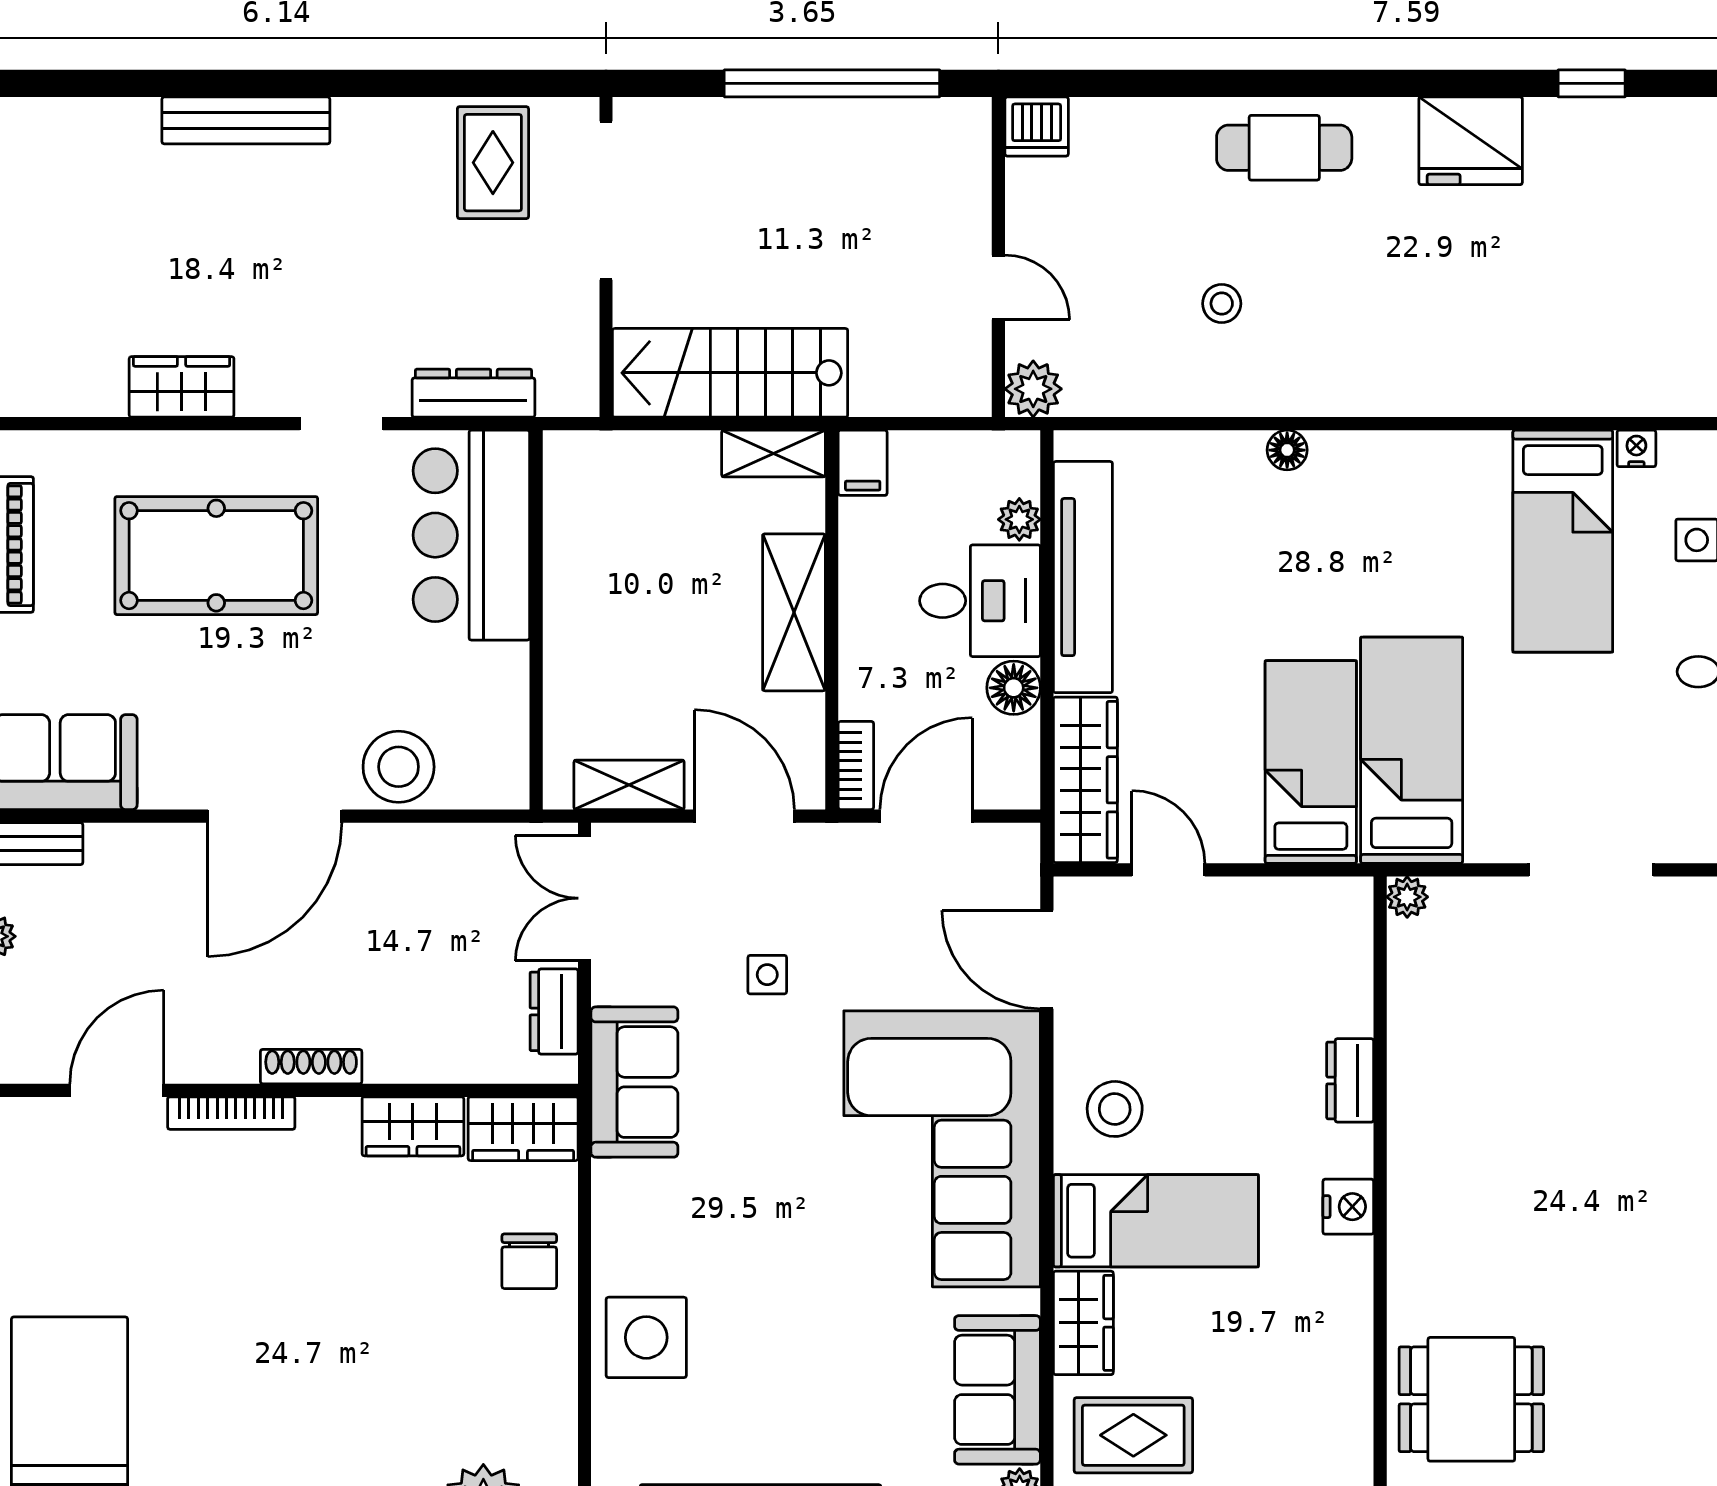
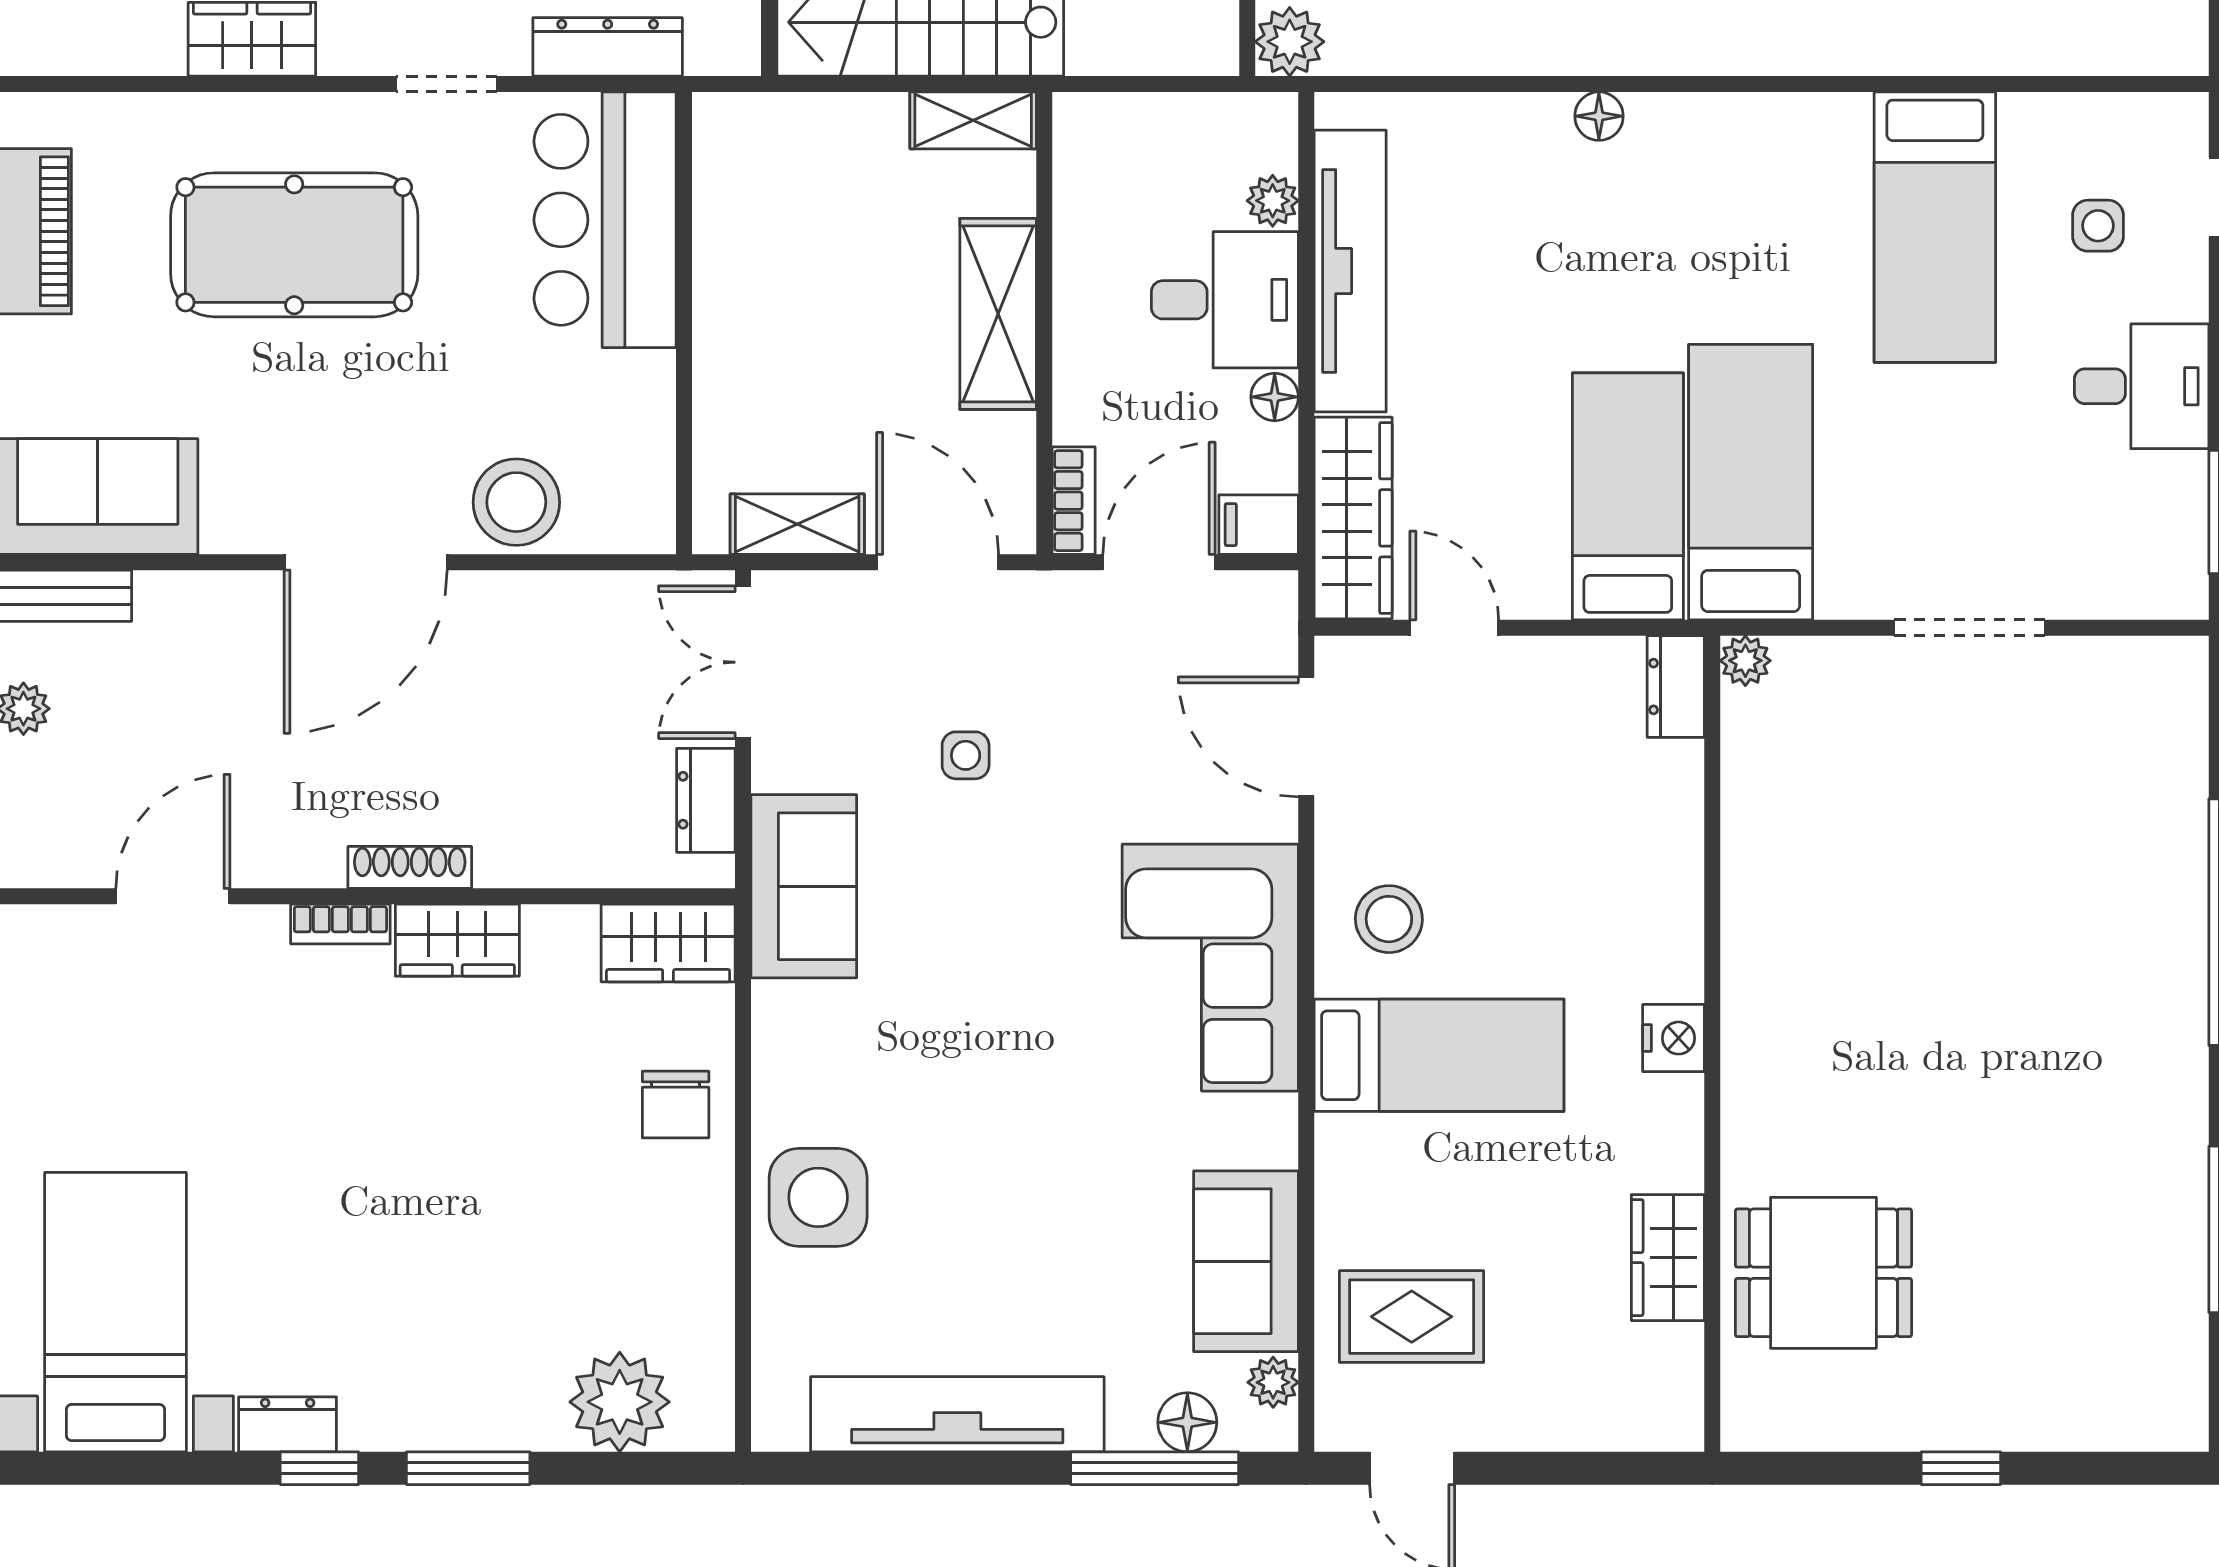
nightstand: (1636, 448) -> (2025, 114), removed
filing cabinet: (863, 463) -> (1259, 525), moved, turned 90
floor lamp: (1014, 688) -> (1275, 397), width x0.73, depth x0.73
dresser: (1350, 1080) -> (1676, 687), moved
bookcase: (231, 1113) -> (340, 924), width x0.64
wardrobe: (413, 1126) -> (457, 940), moved
corner sofa: (942, 1149) -> (1210, 968), width x0.73, depth x0.74
wardrobe: (1083, 1323) -> (1668, 1258), moved, turned 180

